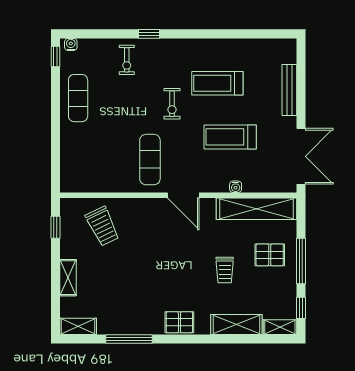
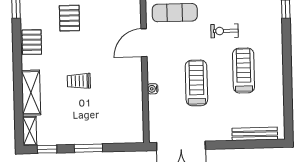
bench: (289, 90) -> (255, 134), moved
shelving: (256, 209) -> (134, 108), removed
pallet: (270, 255) -> (69, 18), moved
window: (301, 261) -> (88, 148), width x0.69

